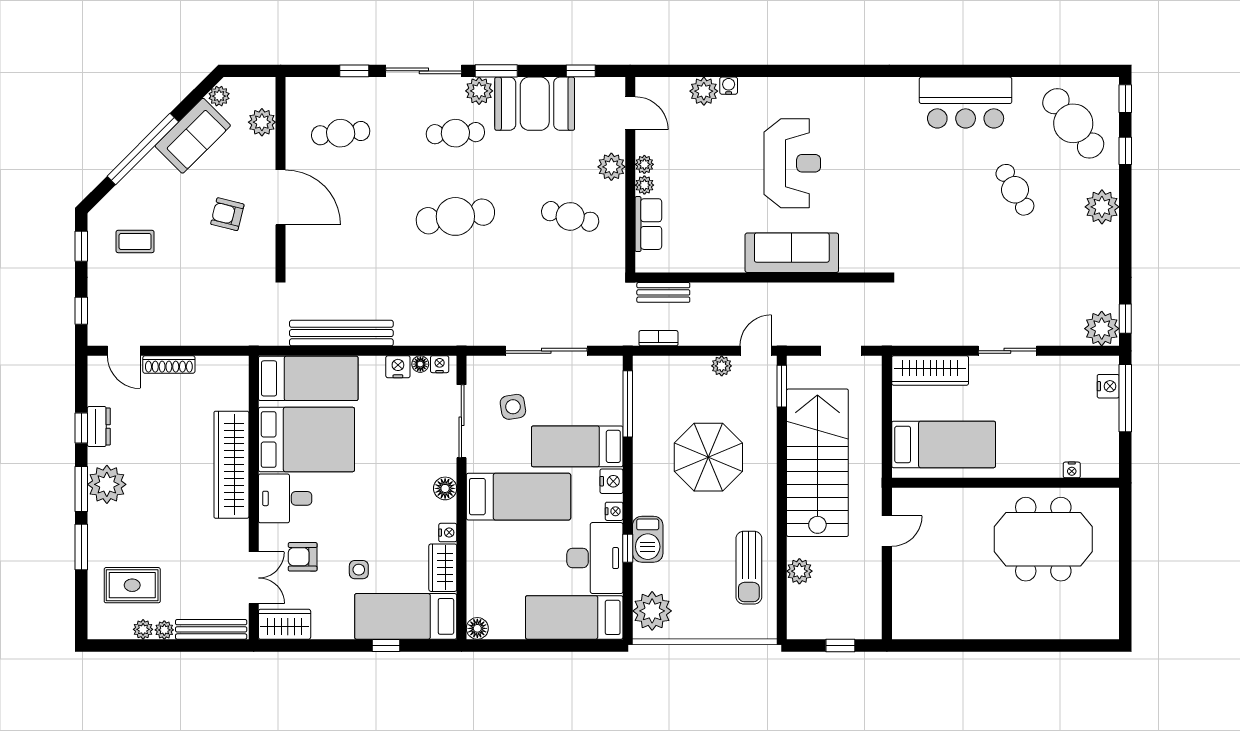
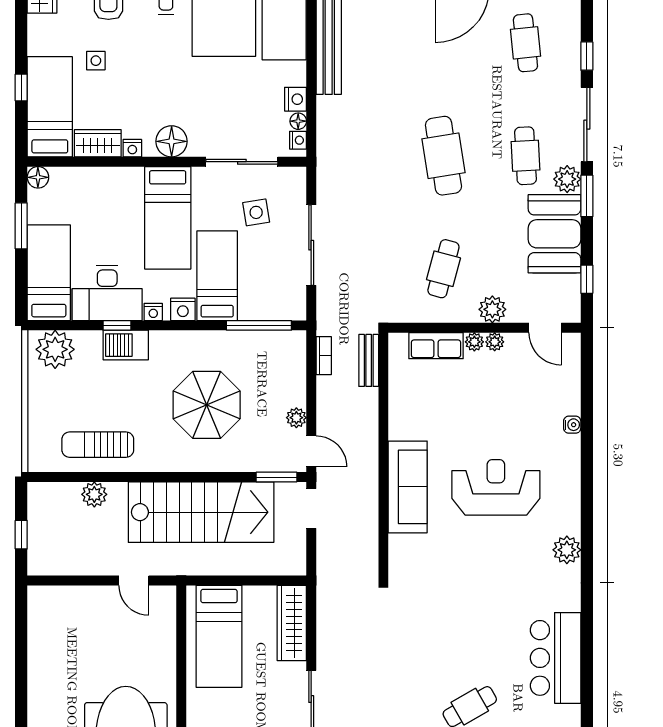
plant: (704, 91) -> (567, 550), moved
door: (630, 113) -> (545, 328), hinge flipped
reception desk: (792, 163) -> (496, 487), turned 180
doorway: (841, 351) -> (311, 509), moved
floor lamp: (445, 488) -> (172, 141), width x1.38, depth x1.38
window: (527, 645) -> (21, 226), added

